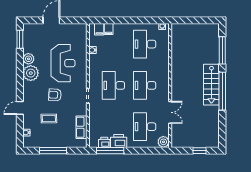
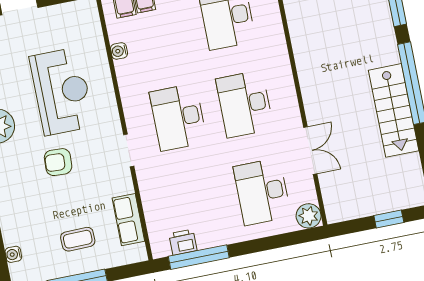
stairs: (211, 85) -> (394, 110), moved
coffee table: (49, 119) -> (78, 239), moved
printer: (119, 141) -> (213, 233), removed

